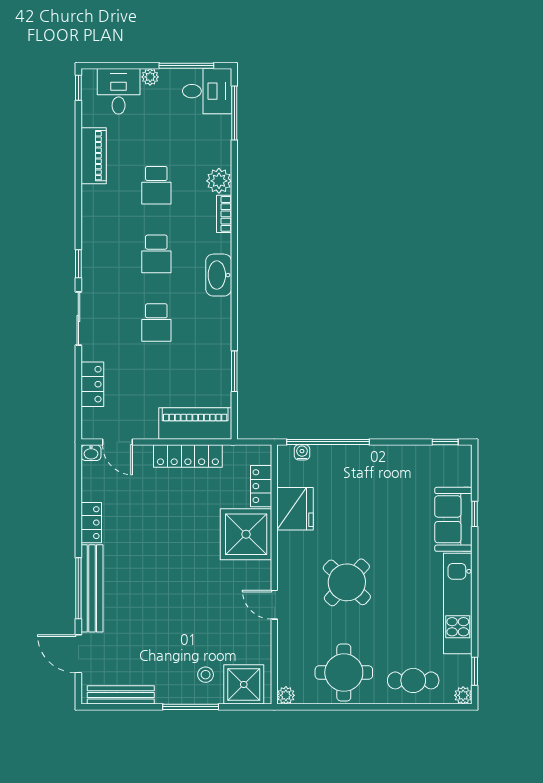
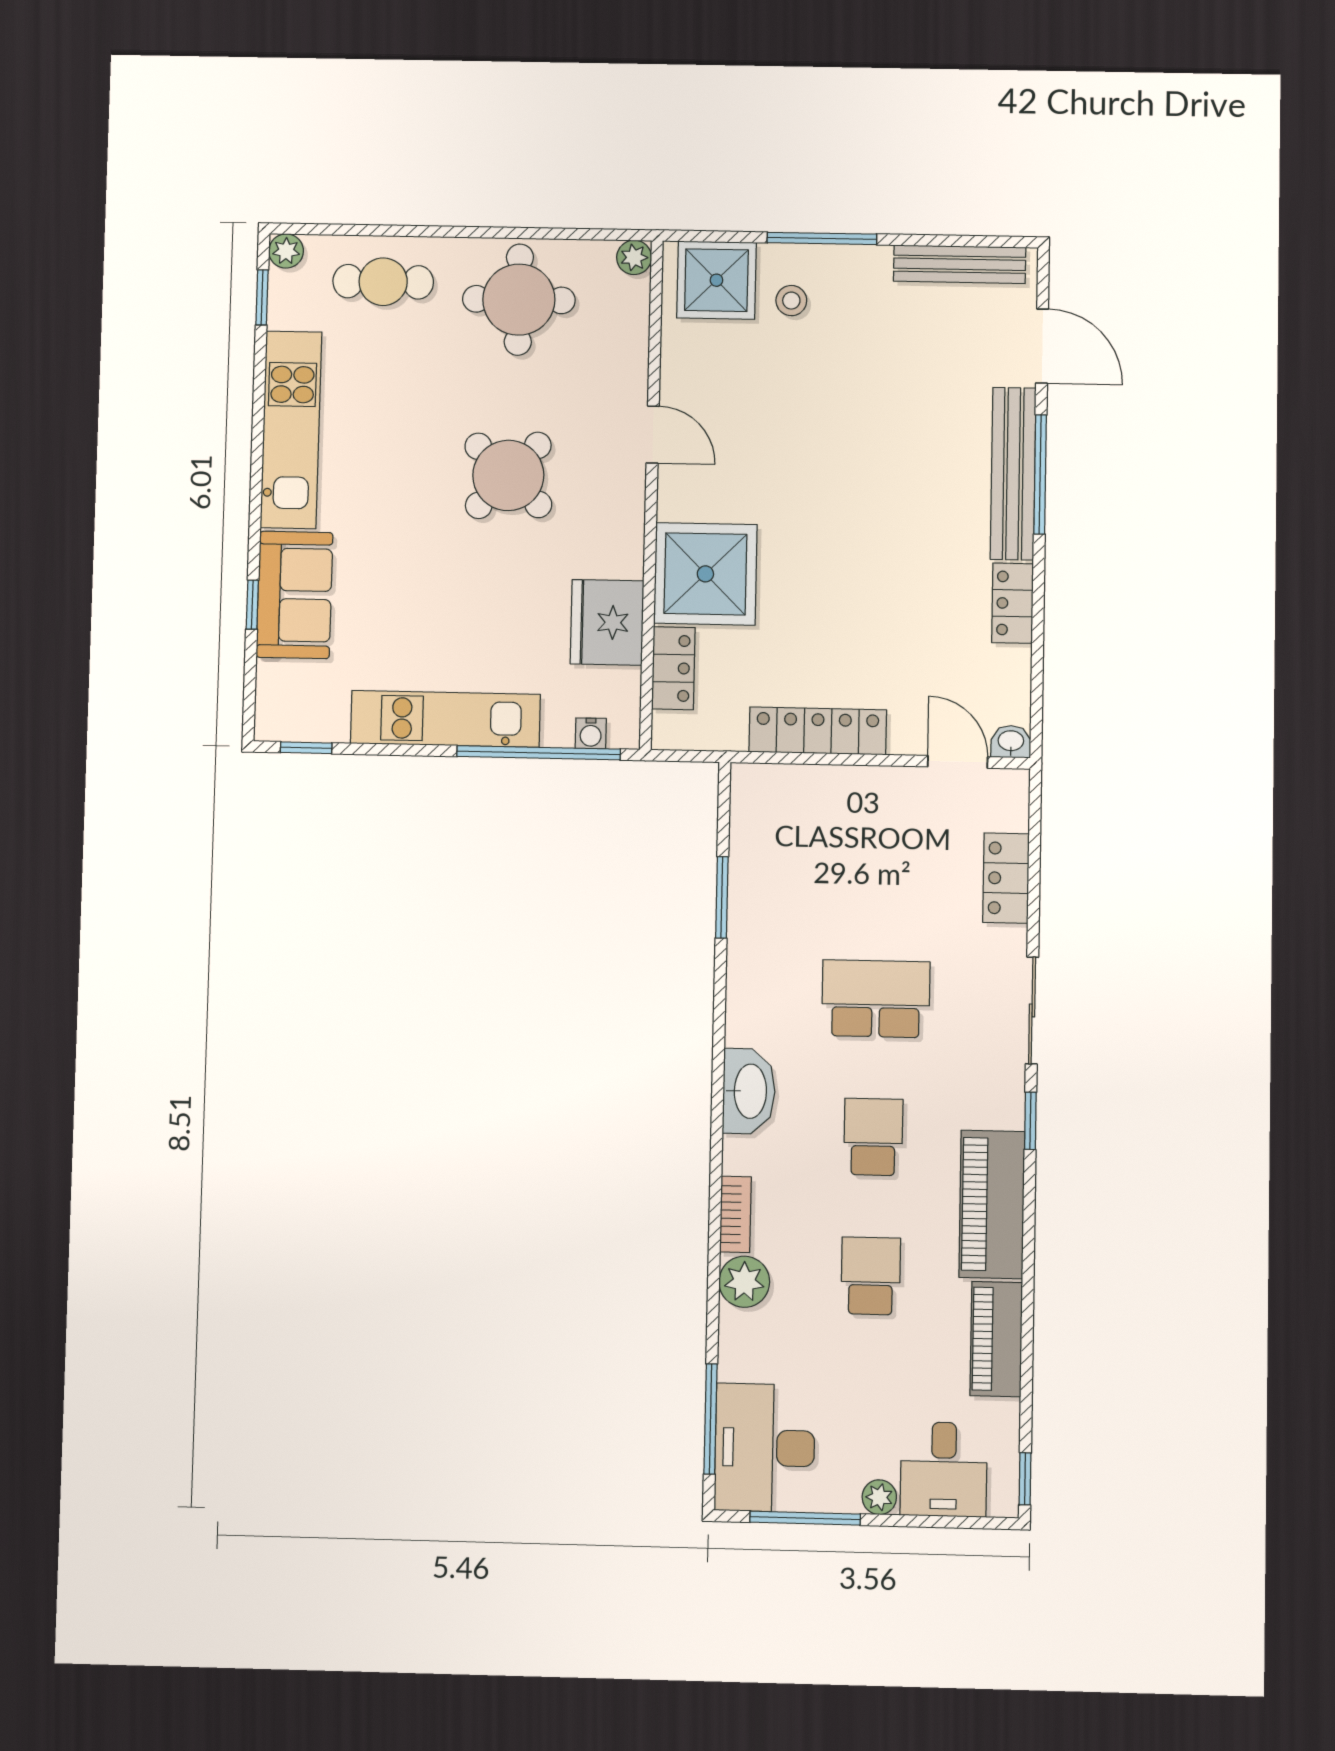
desk: (207, 91) -> (765, 1448), width x1.37
school desk: (156, 323) -> (876, 999), width x1.85
piano: (195, 424) -> (992, 1204), moved, turned 90
kitchen unit: (375, 458) -> (445, 719), added

